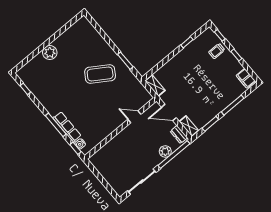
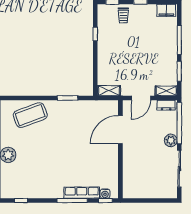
coffee table: (100, 74) -> (30, 115), moved, turned 37
door: (134, 117) -> (120, 130), width x1.88
plant: (165, 151) -> (171, 140), moved

